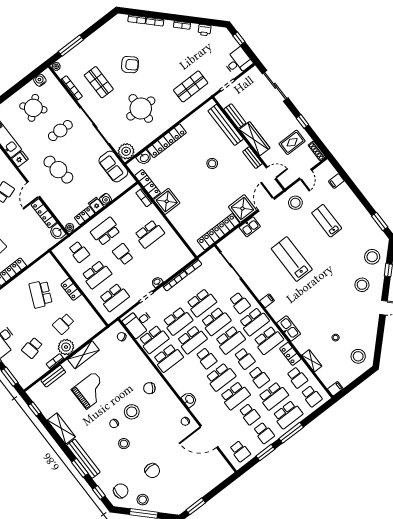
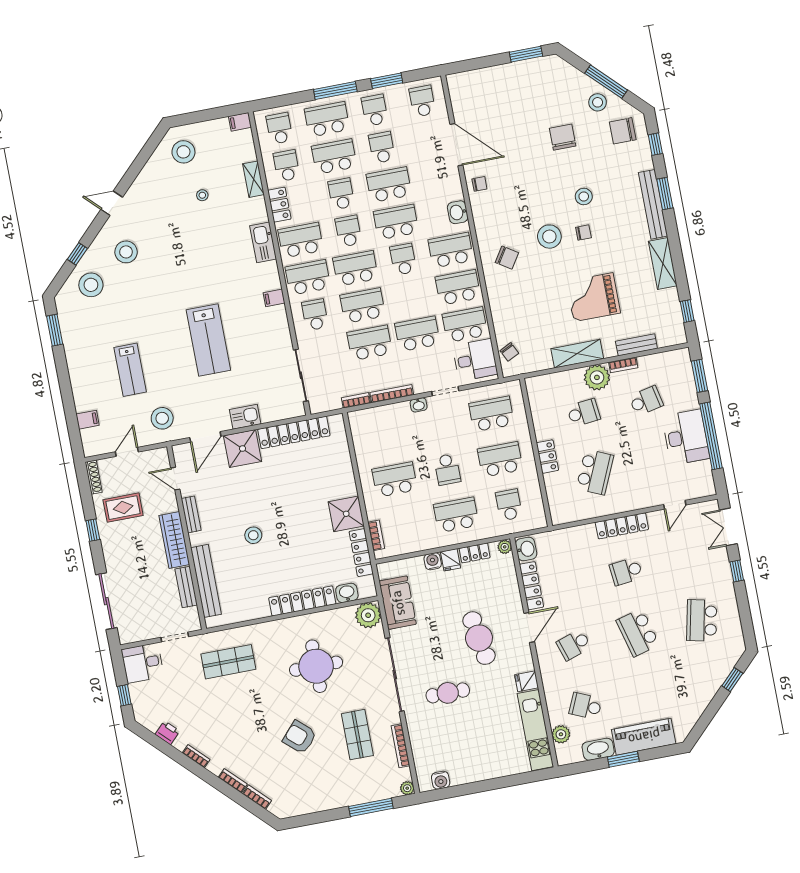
round table: (33, 108) -> (470, 745), removed
school desk: (106, 231) -> (456, 515), turned 180
school desk: (192, 340) -> (451, 250), moved

